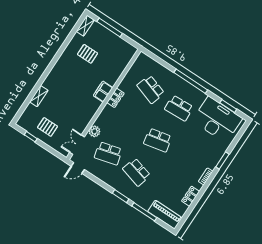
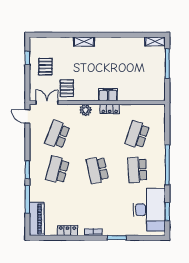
pallet: (88, 54) -> (67, 88), moved
shelving: (39, 96) -> (84, 41), moved
plant: (94, 131) -> (86, 110), moved
school desk: (108, 153) -> (57, 135), turned 36

